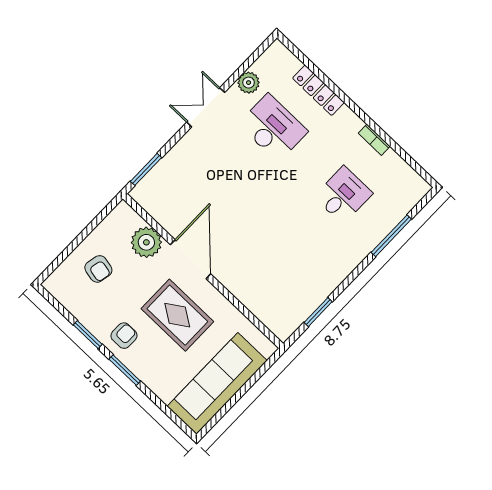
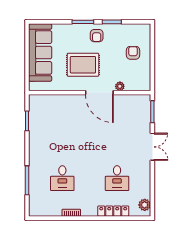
plant: (249, 83) -> (145, 205), moved
double door: (206, 107) -> (152, 147), moved
desk: (273, 128) -> (117, 178), width x0.73
plant: (146, 242) -> (120, 86), width x0.53, depth x0.53
armchair: (98, 269) -> (133, 53), turned 78

